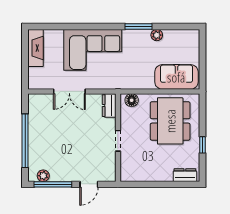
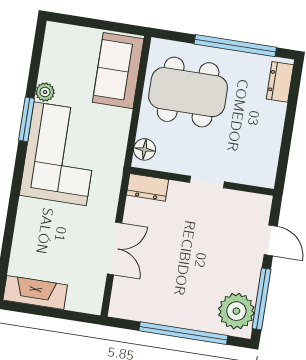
corner sofa: (93, 50) -> (60, 154), moved
window: (202, 145) -> (235, 46), width x3.17
plant: (43, 176) -> (236, 311), width x1.87, depth x1.87

